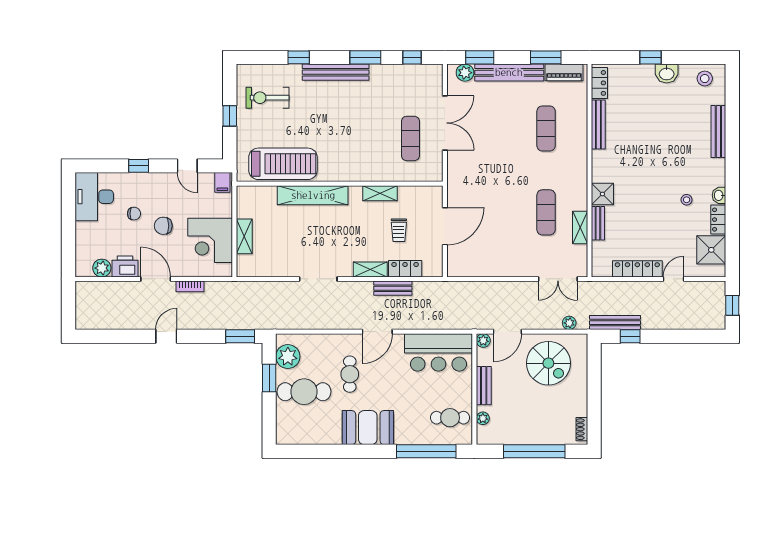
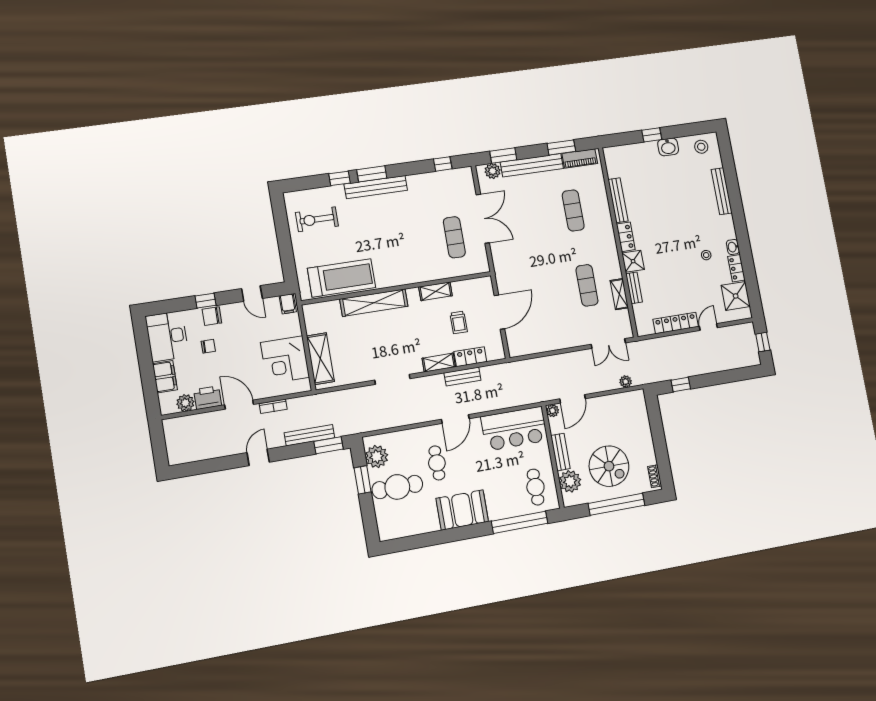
window: (365, 57) -> (372, 174), moved
locker: (599, 83) -> (626, 237), moved
window: (230, 116) -> (284, 241), removed
chair: (163, 226) -> (212, 316), moved
shelving: (244, 236) -> (320, 359), width x1.50, depth x1.33
filing cabinet: (85, 238) -> (165, 377), added
bench: (615, 323) -> (310, 435), moved
spiral stairs: (548, 363) -> (609, 466), moved
cafe table: (450, 418) -> (535, 487), turned 90
plant: (483, 418) -> (570, 481), width x1.87, depth x1.87

